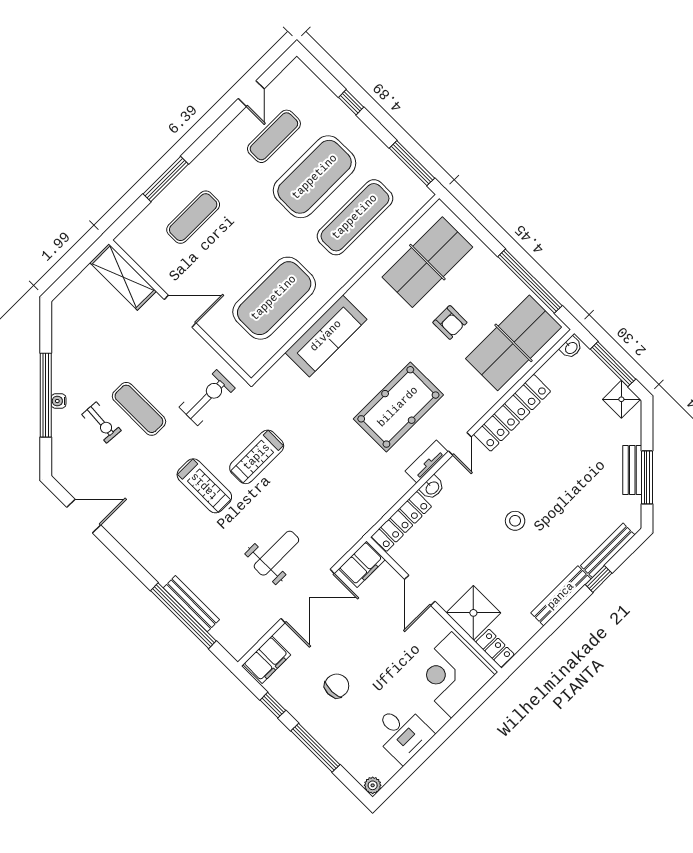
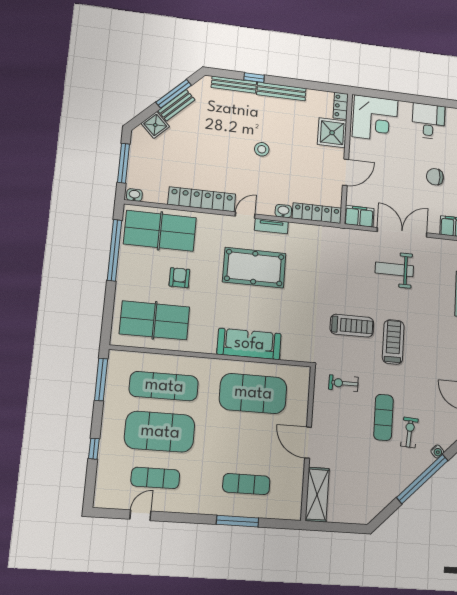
exercise bike: (207, 398) -> (343, 383), width x0.73, depth x0.72
shower: (621, 399) -> (155, 125), moved, turned 45
water cooler: (58, 401) -> (437, 451), moved

